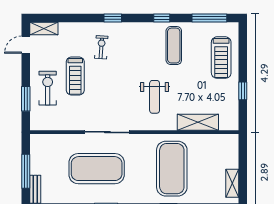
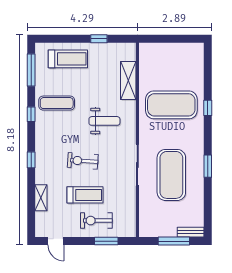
shelving: (44, 29) -> (41, 198), moved
exercise bike: (101, 47) -> (83, 161), moved, width x1.38, depth x1.39
shelving: (232, 183) -> (185, 49), removed

